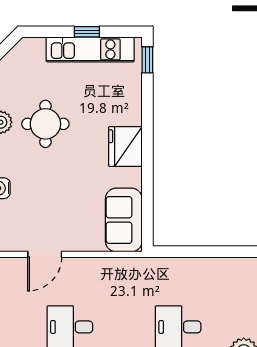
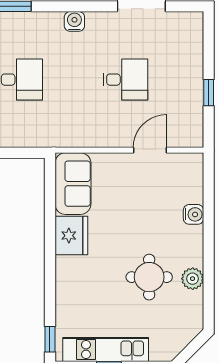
fridge: (125, 147) -> (71, 236), moved

